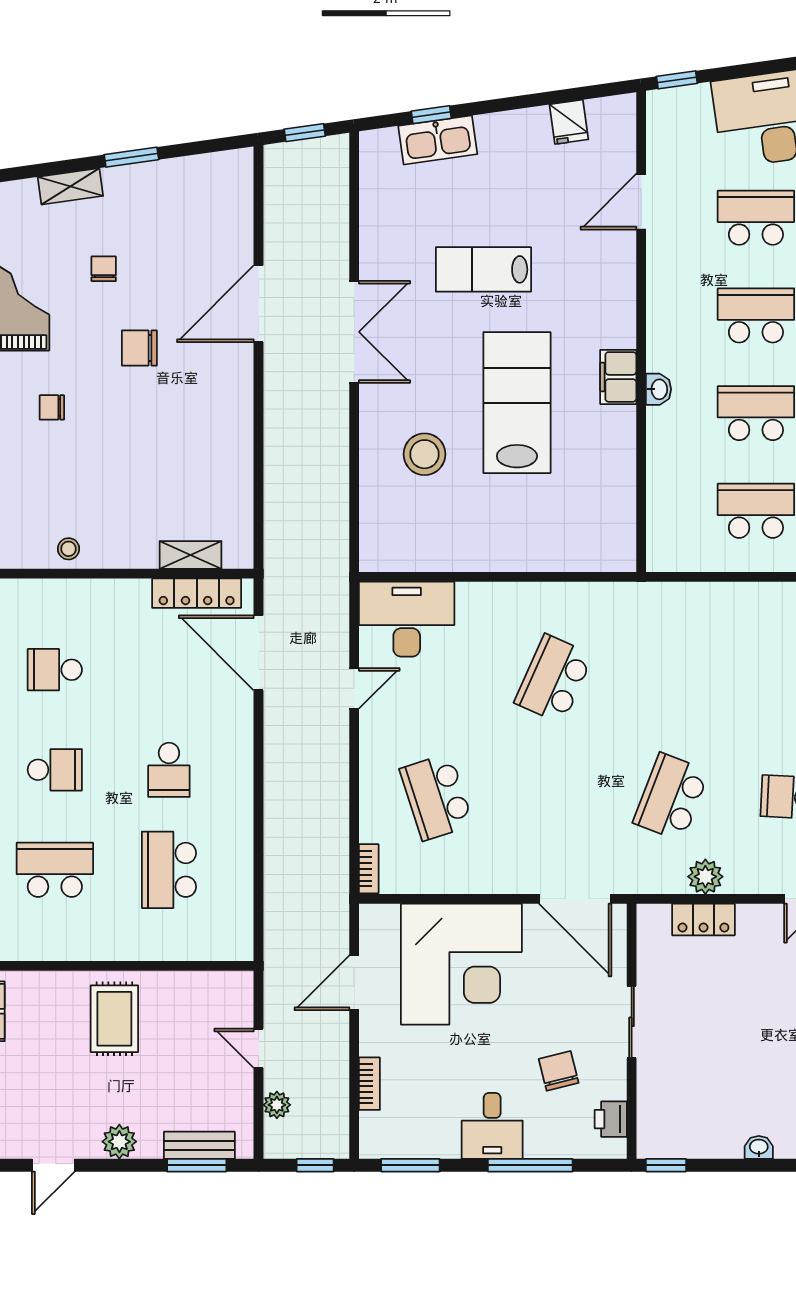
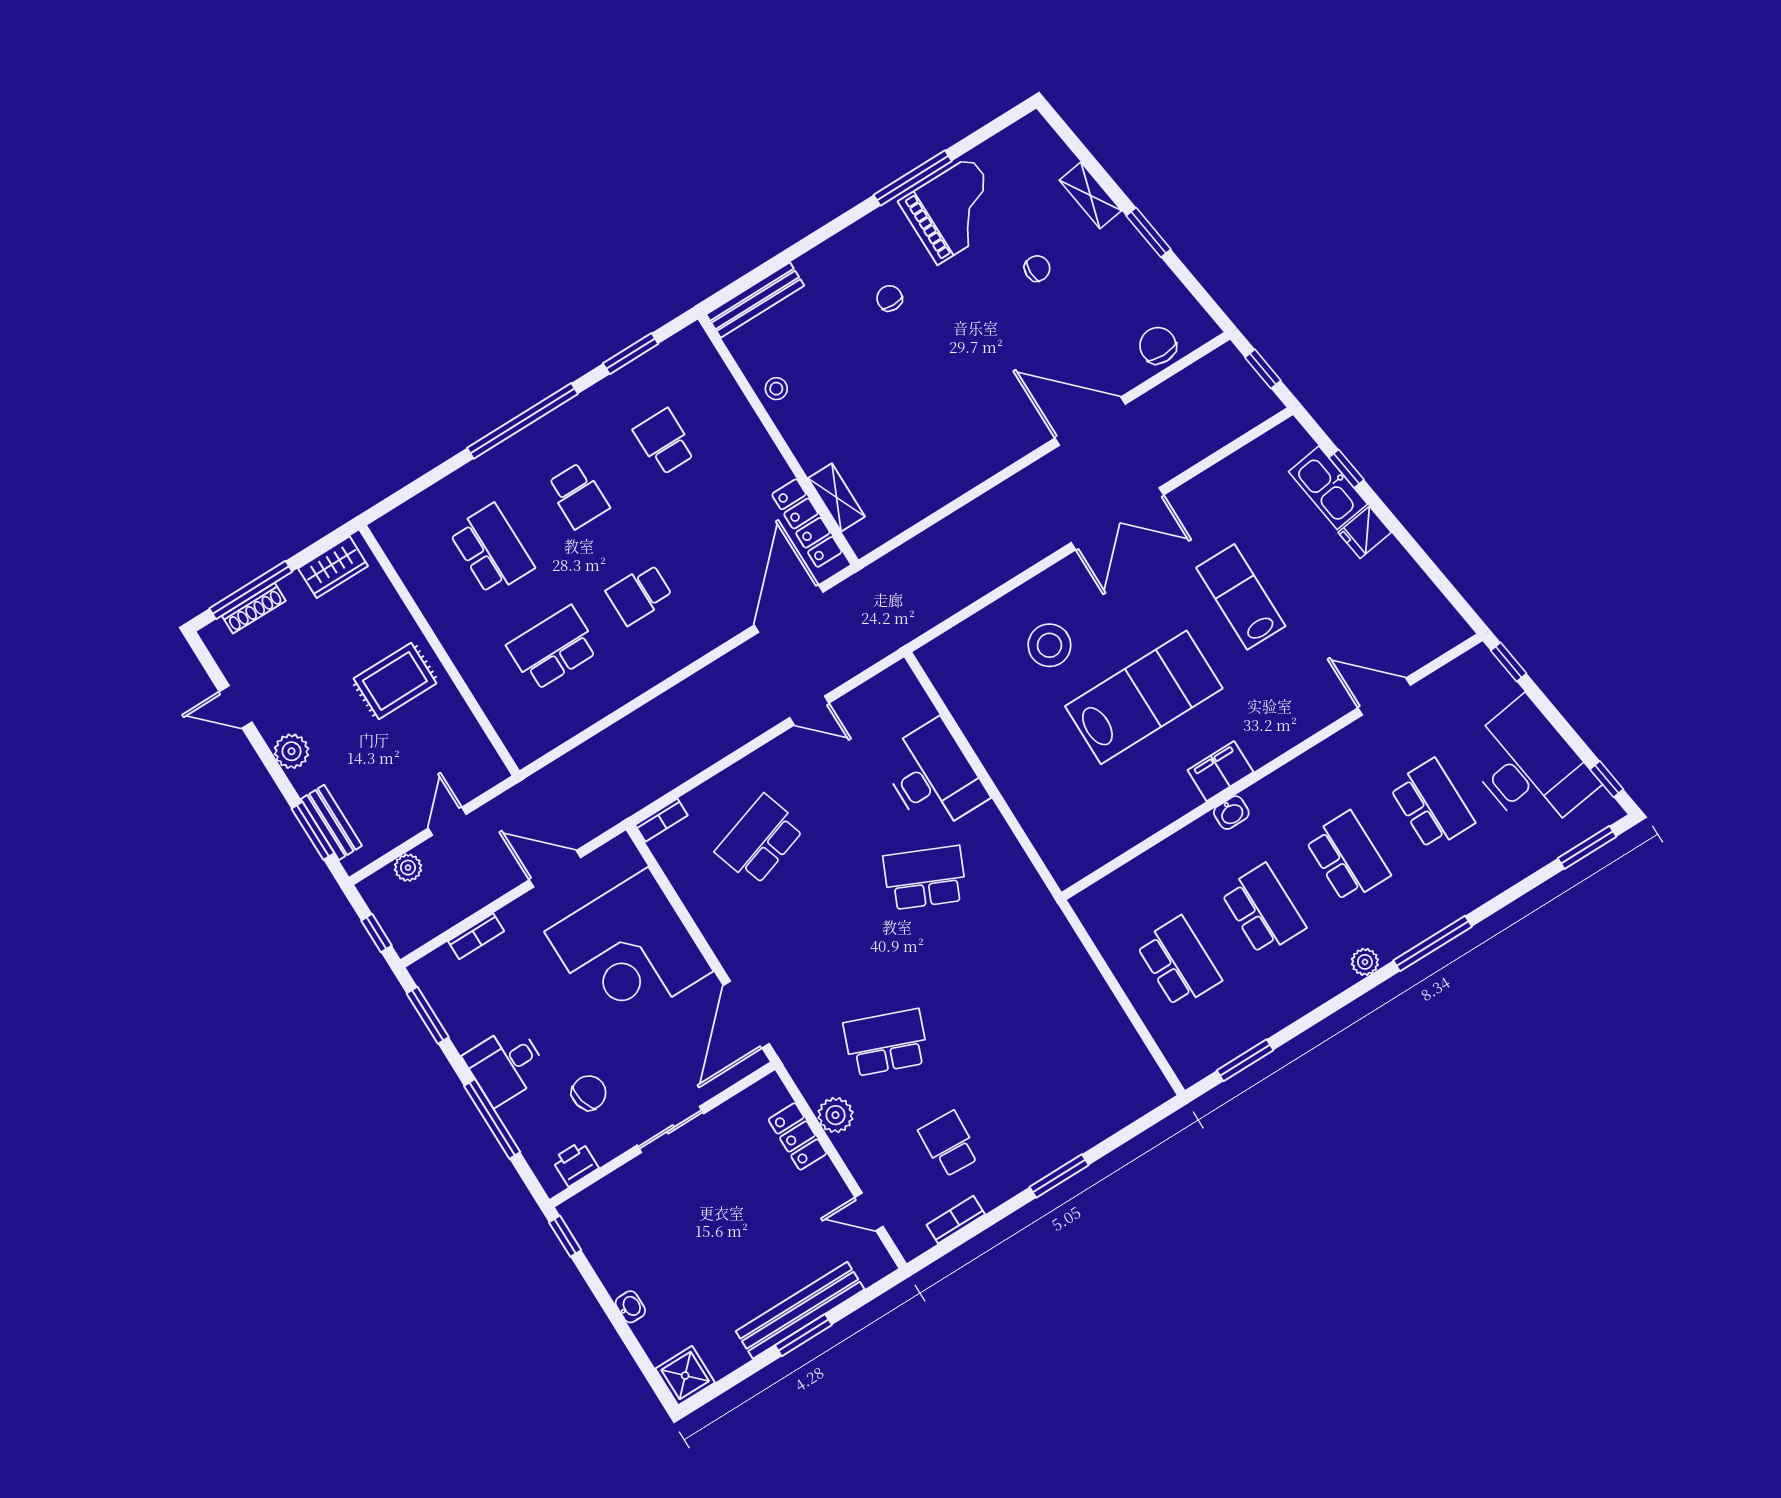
fridge: (569, 122) -> (1365, 532), moved
chair: (139, 348) -> (1158, 346), moved
desk: (407, 619) -> (933, 776), moved

